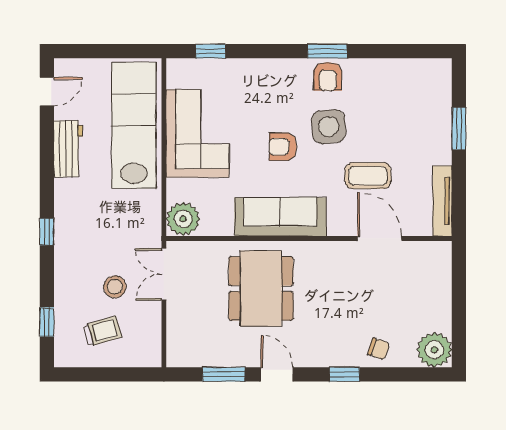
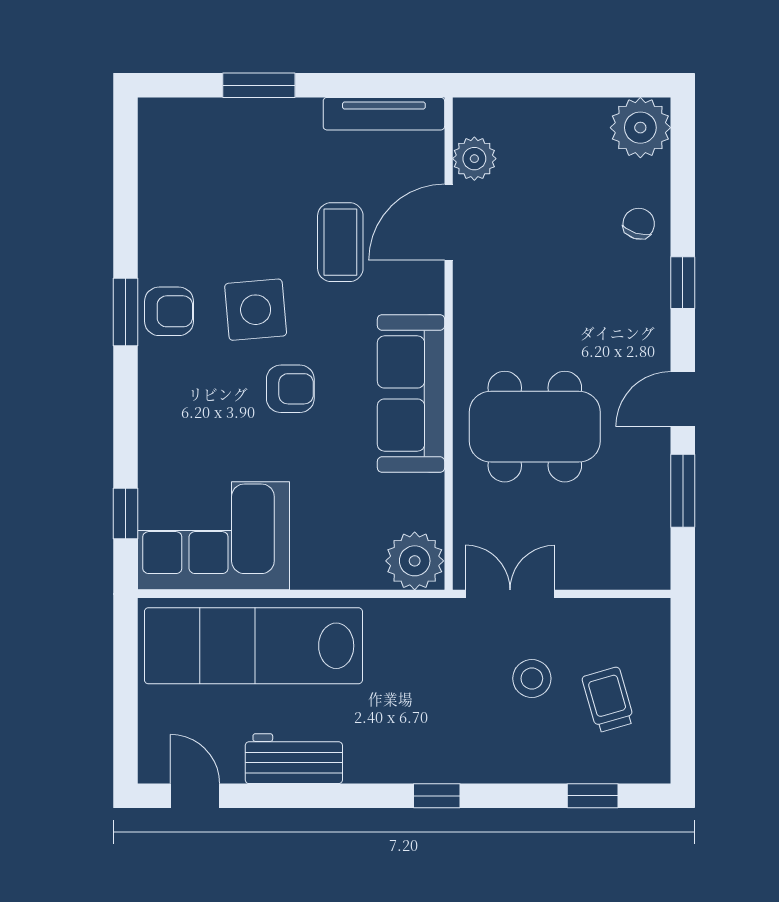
corner sofa: (198, 133) -> (213, 536), moved
armchair: (283, 147) -> (290, 389), turned -90
plant: (416, 253) -> (474, 159), added
double door: (164, 274) -> (510, 594), swing flipped

